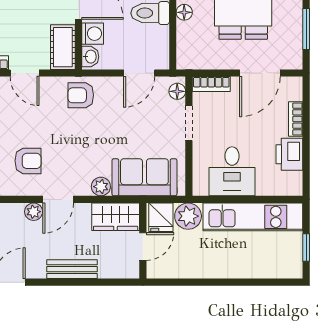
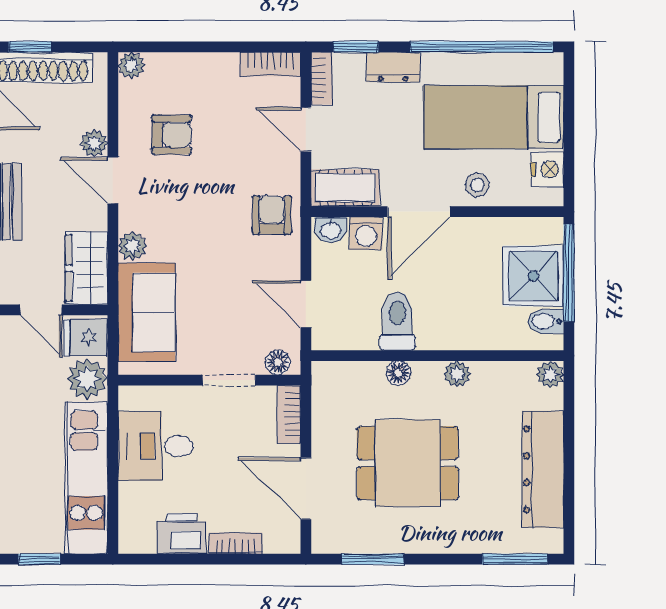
door: (25, 73) -> (306, 129), hinge flipped
armchair: (28, 161) -> (172, 135), turned -90

